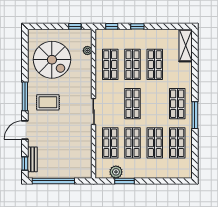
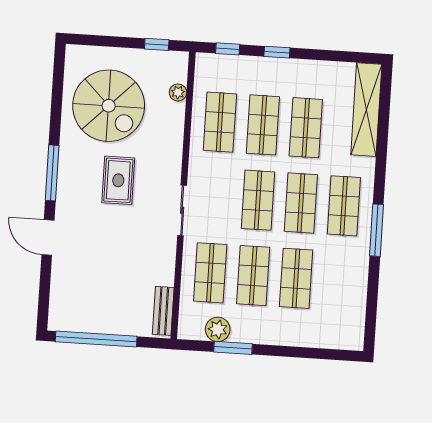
shelving: (186, 45) -> (366, 110), width x1.47
rug: (48, 102) -> (118, 180), moved, turned 90
door: (25, 130) -> (48, 237), hinge flipped
shop shelf: (177, 143) -> (301, 203), moved
bench: (32, 159) -> (163, 311), moved
window: (25, 164) -> (44, 302), removed

